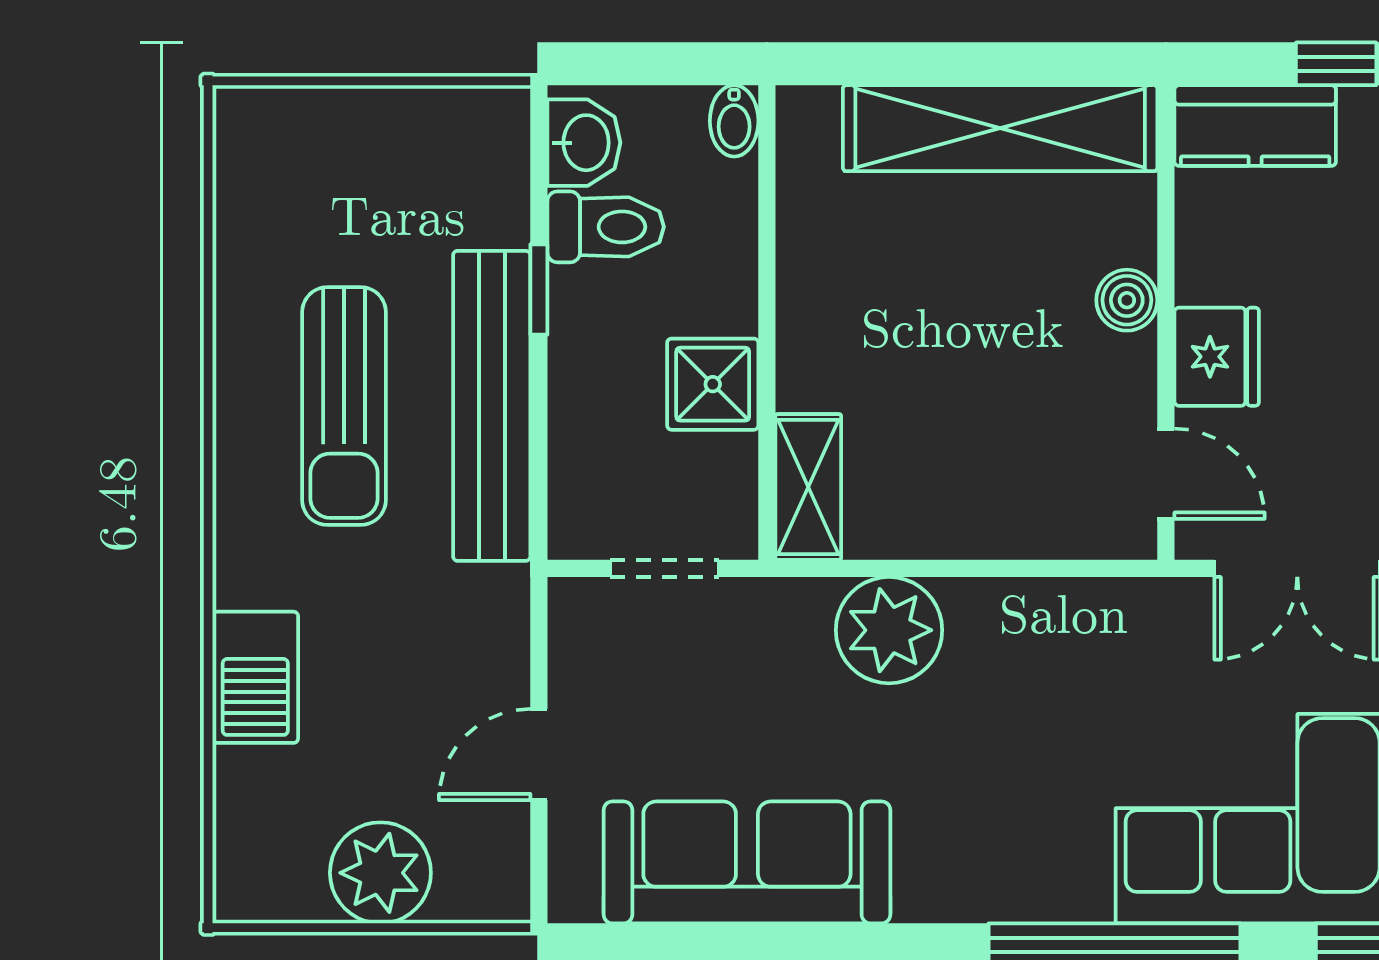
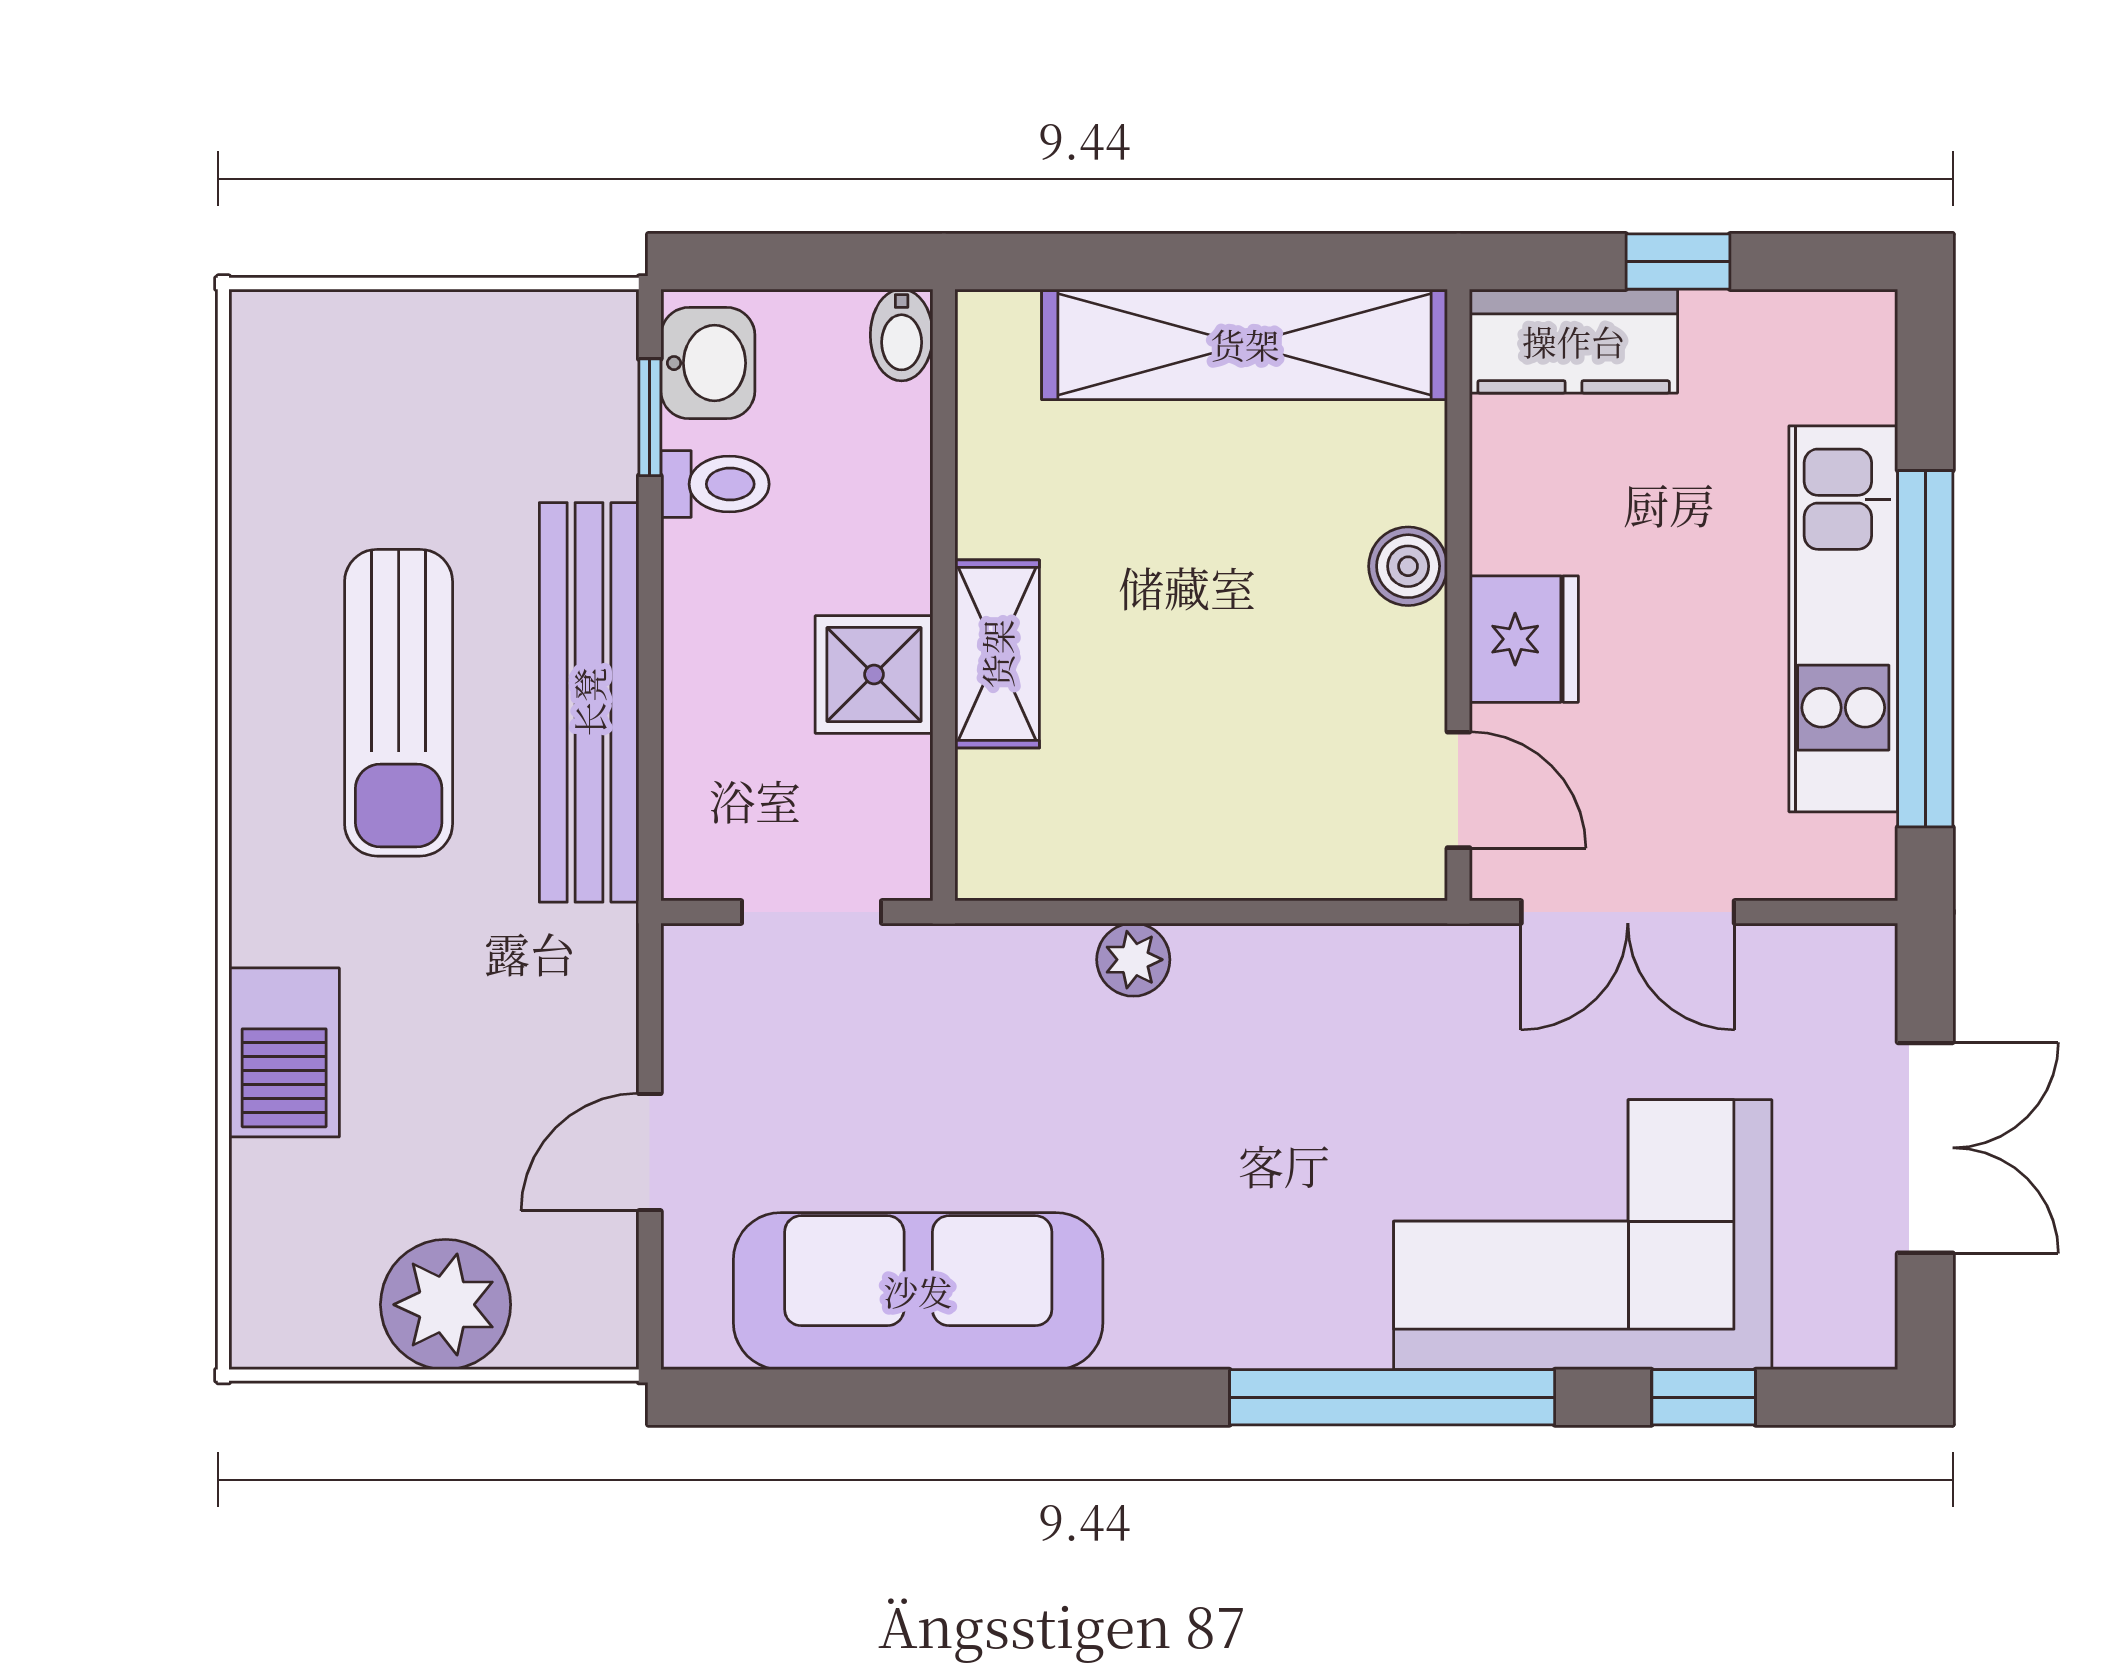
toilet: (606, 227) -> (715, 484), width x0.73, depth x0.72
window: (539, 289) -> (650, 417), moved
shelving: (808, 487) -> (997, 654), moved
plant: (889, 630) -> (1133, 960), width x0.53, depth x0.53

